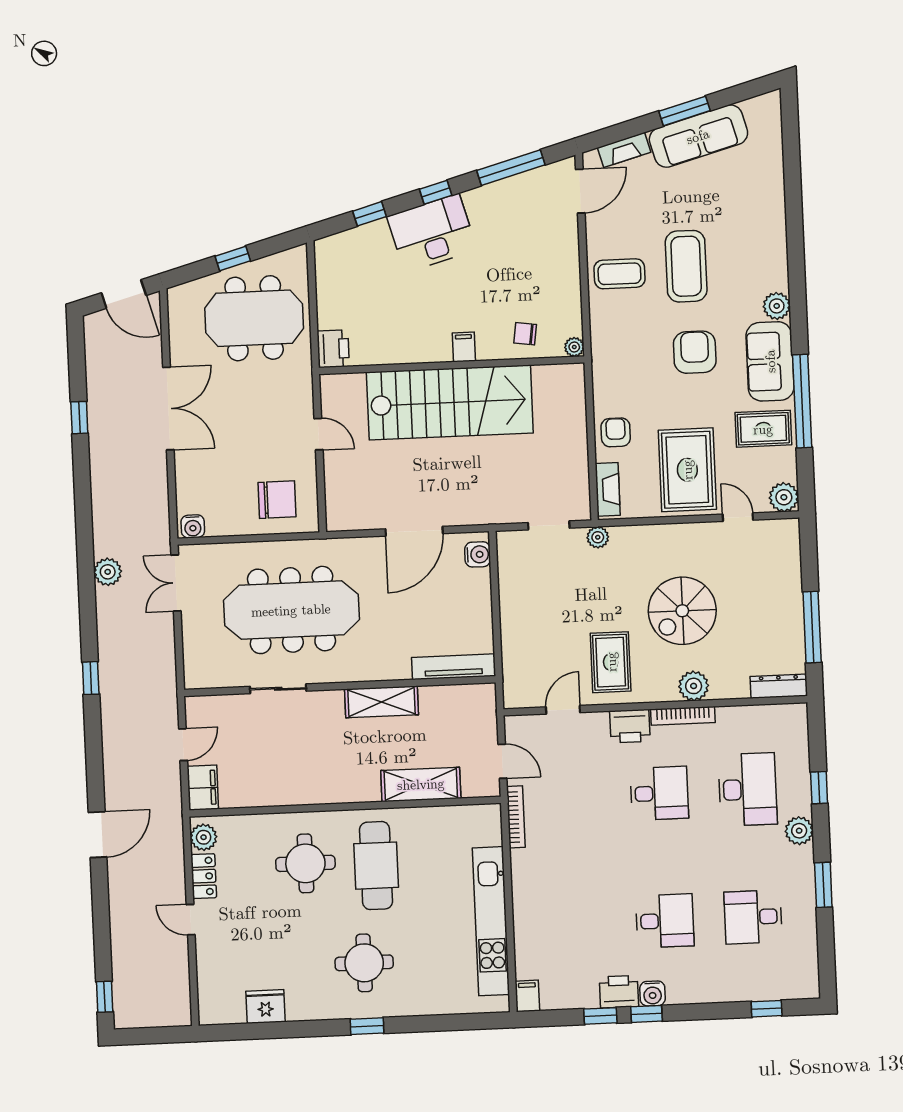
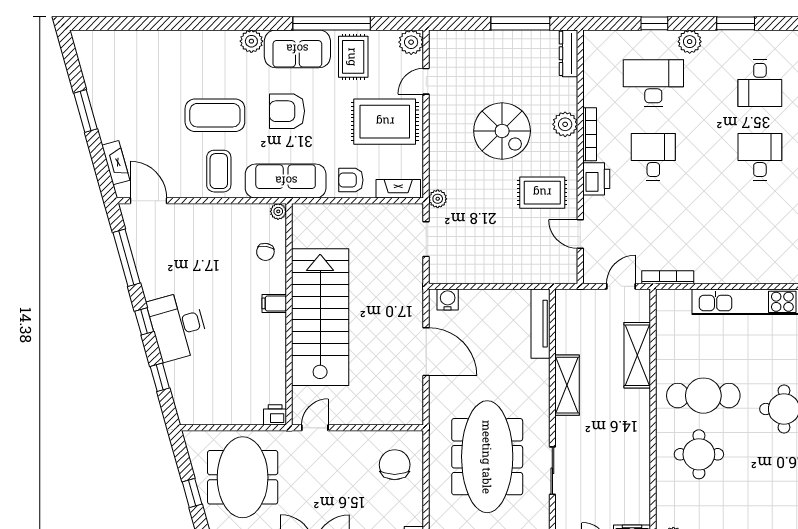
sofa: (698, 136) -> (286, 181), moved, turned -74
printer: (333, 349) -> (275, 415), width x0.73, depth x0.81
door: (319, 434) -> (315, 428), moved

